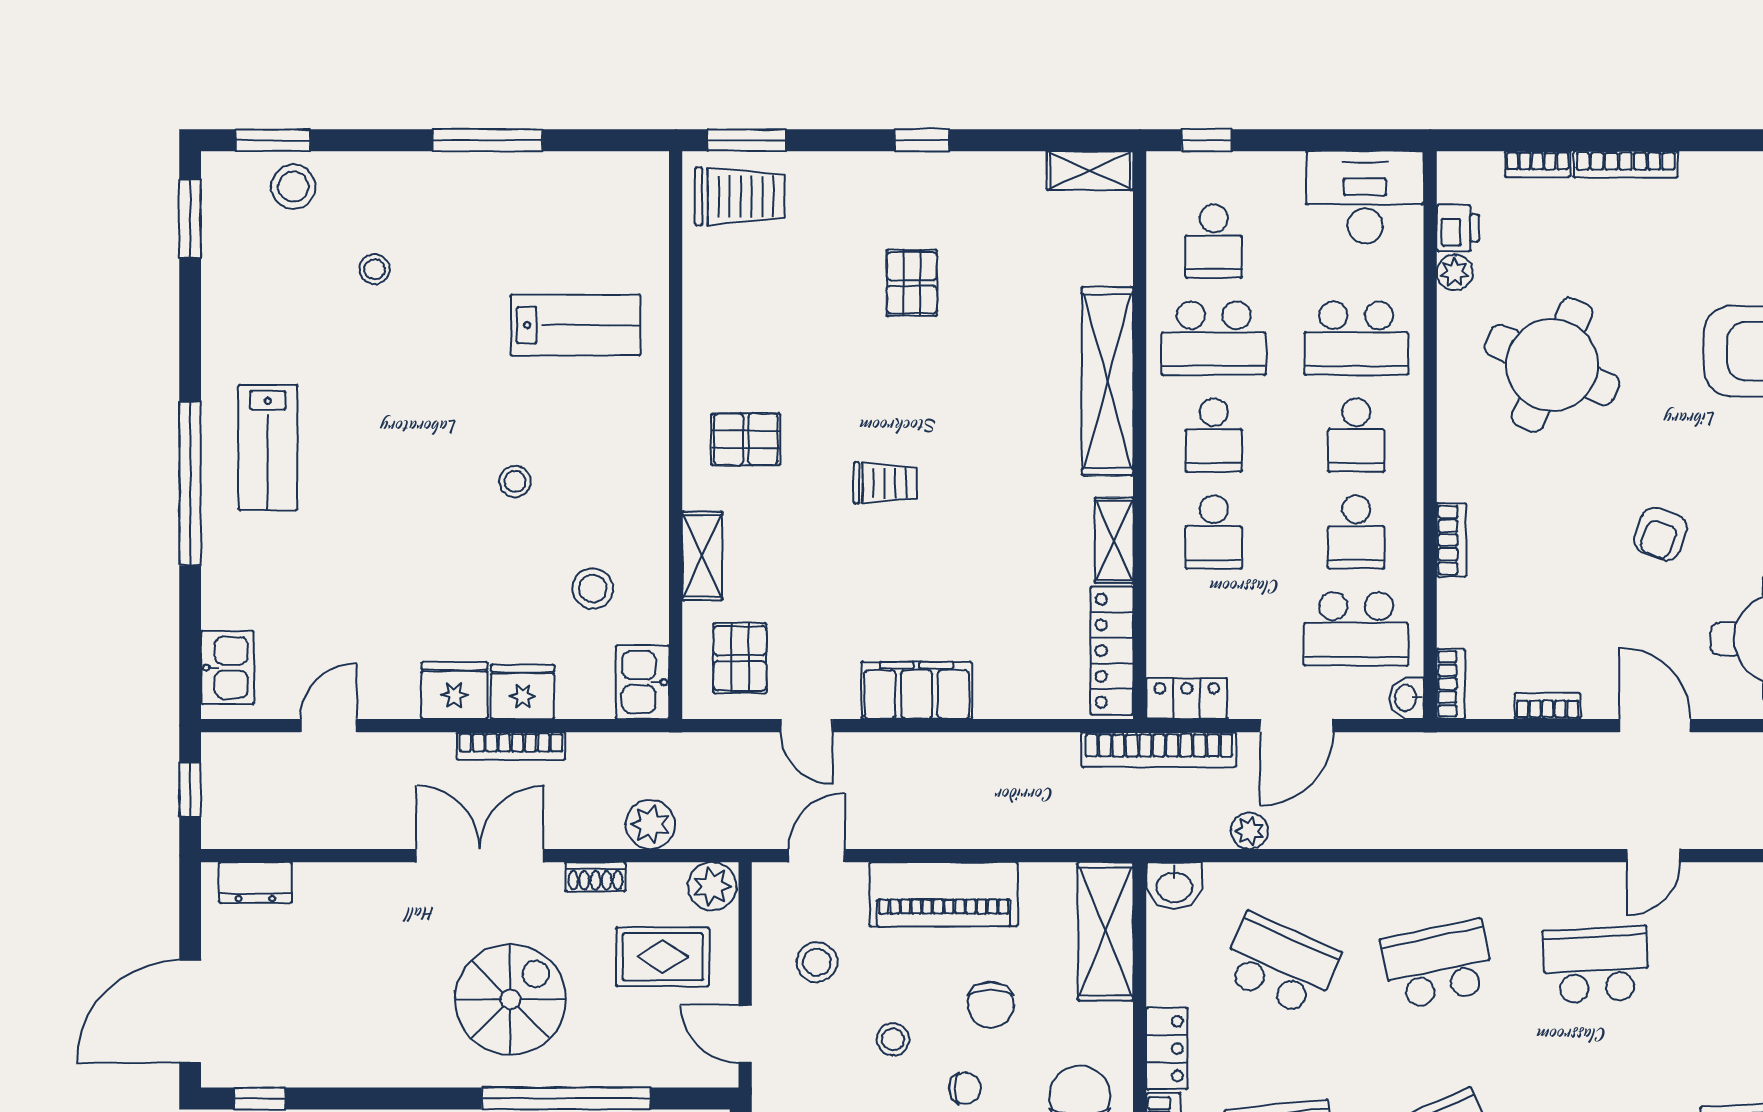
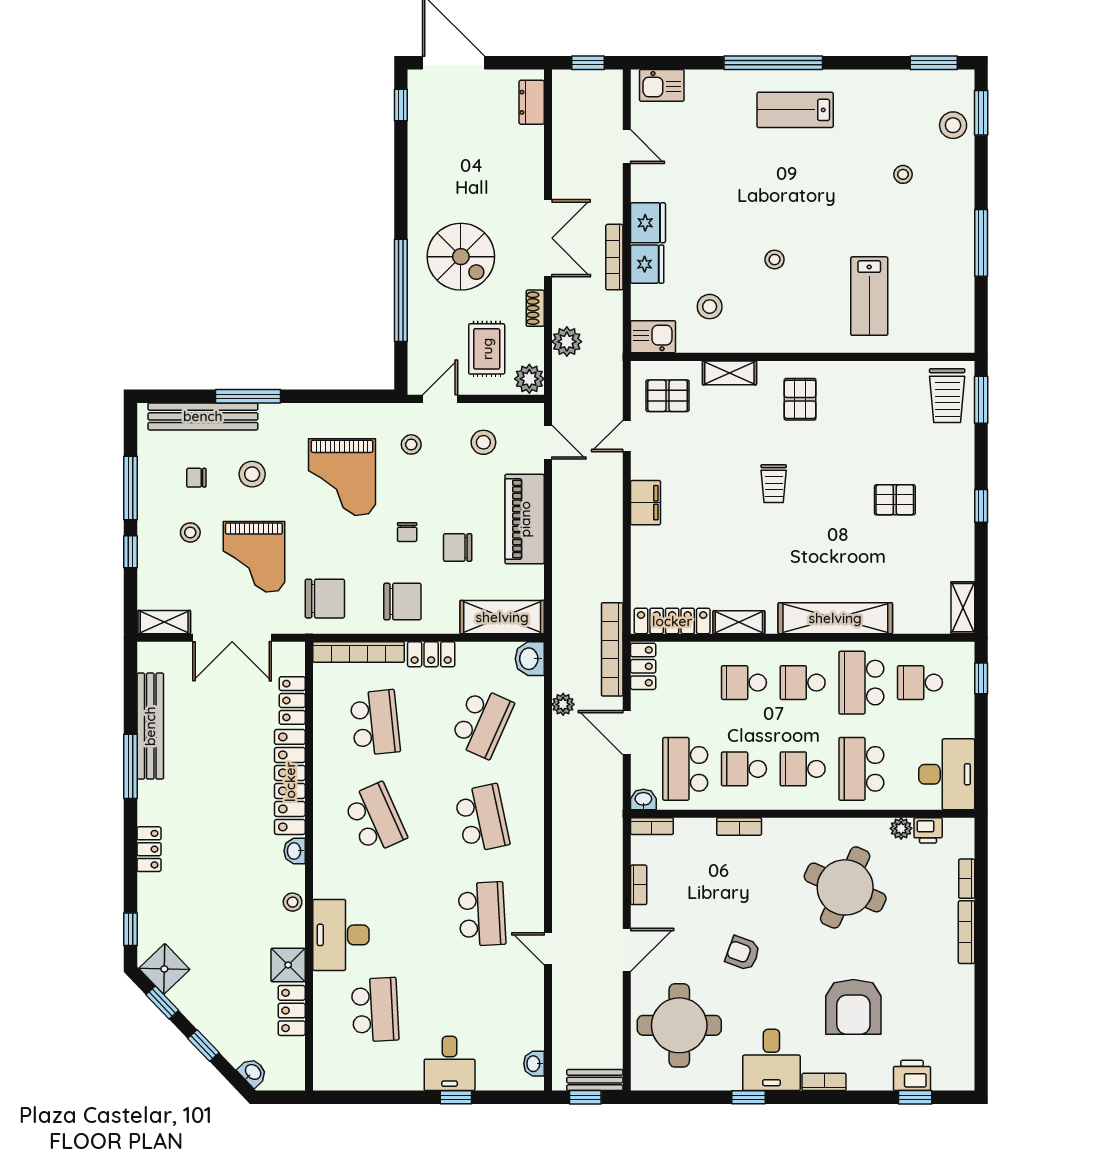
filing cabinet: (917, 690) -> (646, 503), width x0.67, depth x0.86
stool: (893, 1039) -> (411, 444), moved

